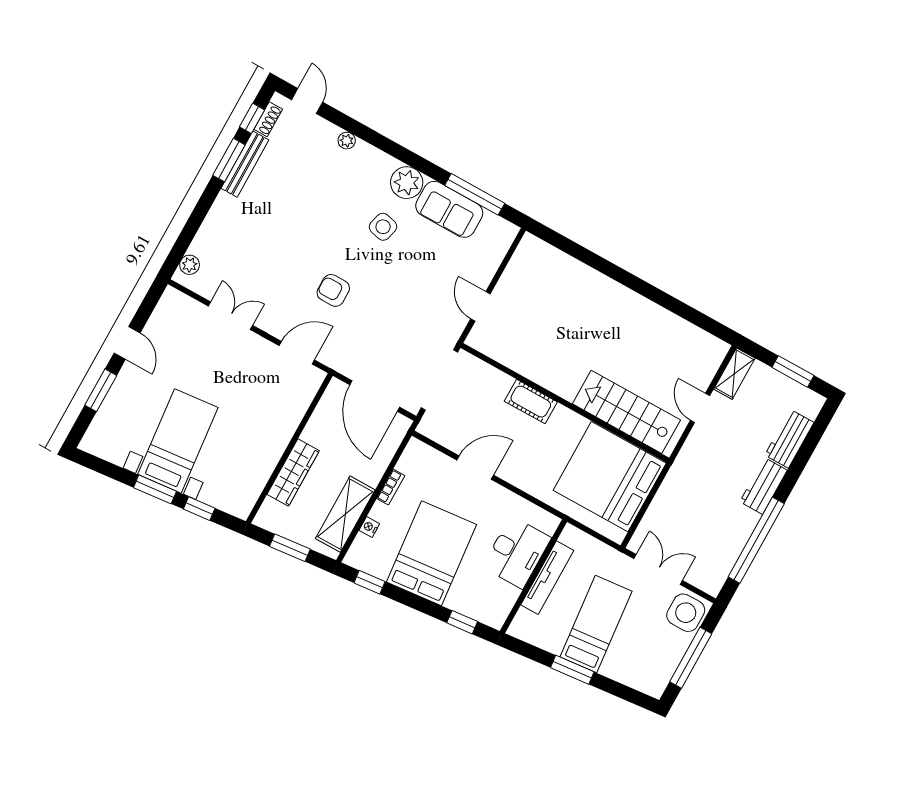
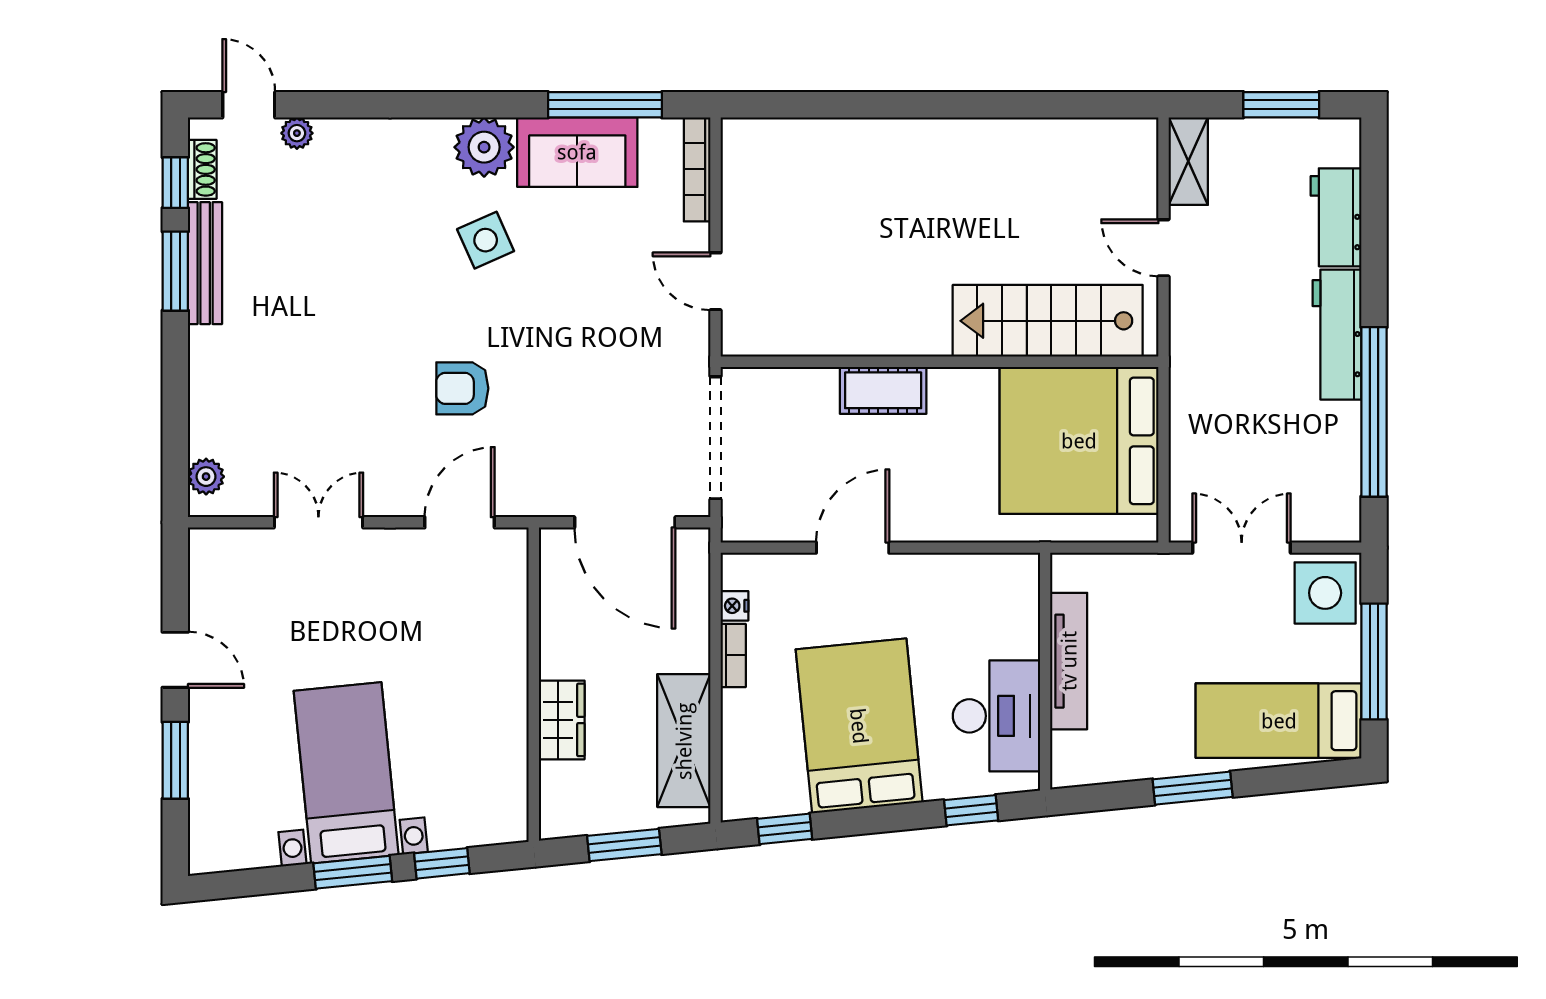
plant: (347, 141) -> (297, 133), moved
side table: (383, 227) -> (486, 240), turned -38
bookcase: (501, 249) -> (697, 169), added
wardrobe: (293, 472) -> (562, 720), width x0.67
workbench: (764, 486) -> (1337, 335), width x1.38
nightstand: (369, 527) -> (734, 606), moved
desk: (517, 552) -> (996, 716), moved
bed: (596, 624) -> (1279, 721), moved, turned -84

